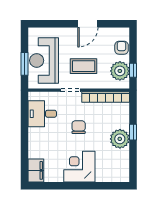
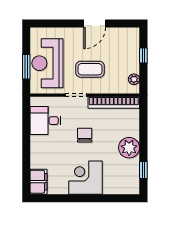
armchair: (122, 48) -> (131, 49), removed
window: (133, 70) -> (143, 56), moved
plant: (120, 71) -> (134, 79), width x0.53, depth x0.53
window: (133, 132) -> (143, 170), moved

